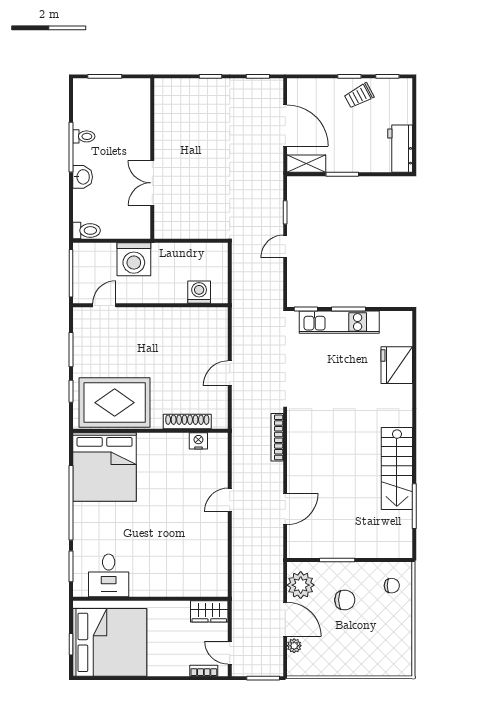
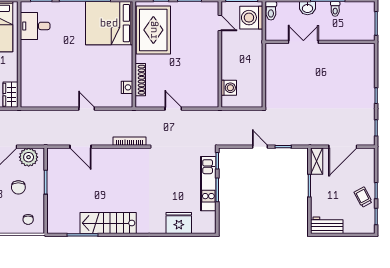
wall: (152, 159) -> (320, 42), moved
double door: (152, 183) -> (303, 42), moved
washing machine: (134, 259) -> (251, 18), moved

